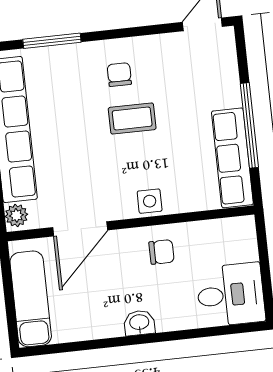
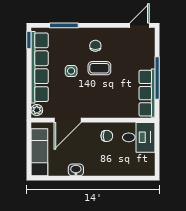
side table: (150, 201) -> (71, 71), moved
desk: (231, 295) -> (139, 137), moved
washbasin: (139, 323) -> (76, 170), moved

